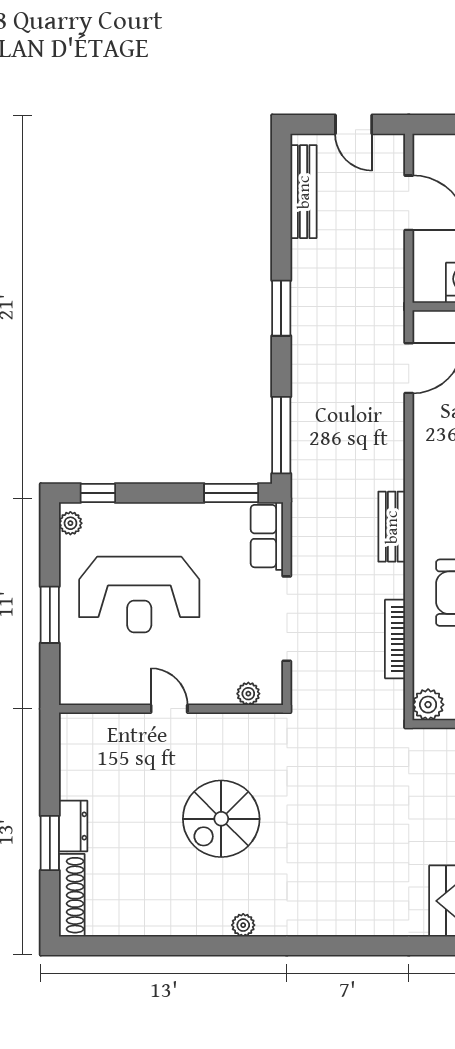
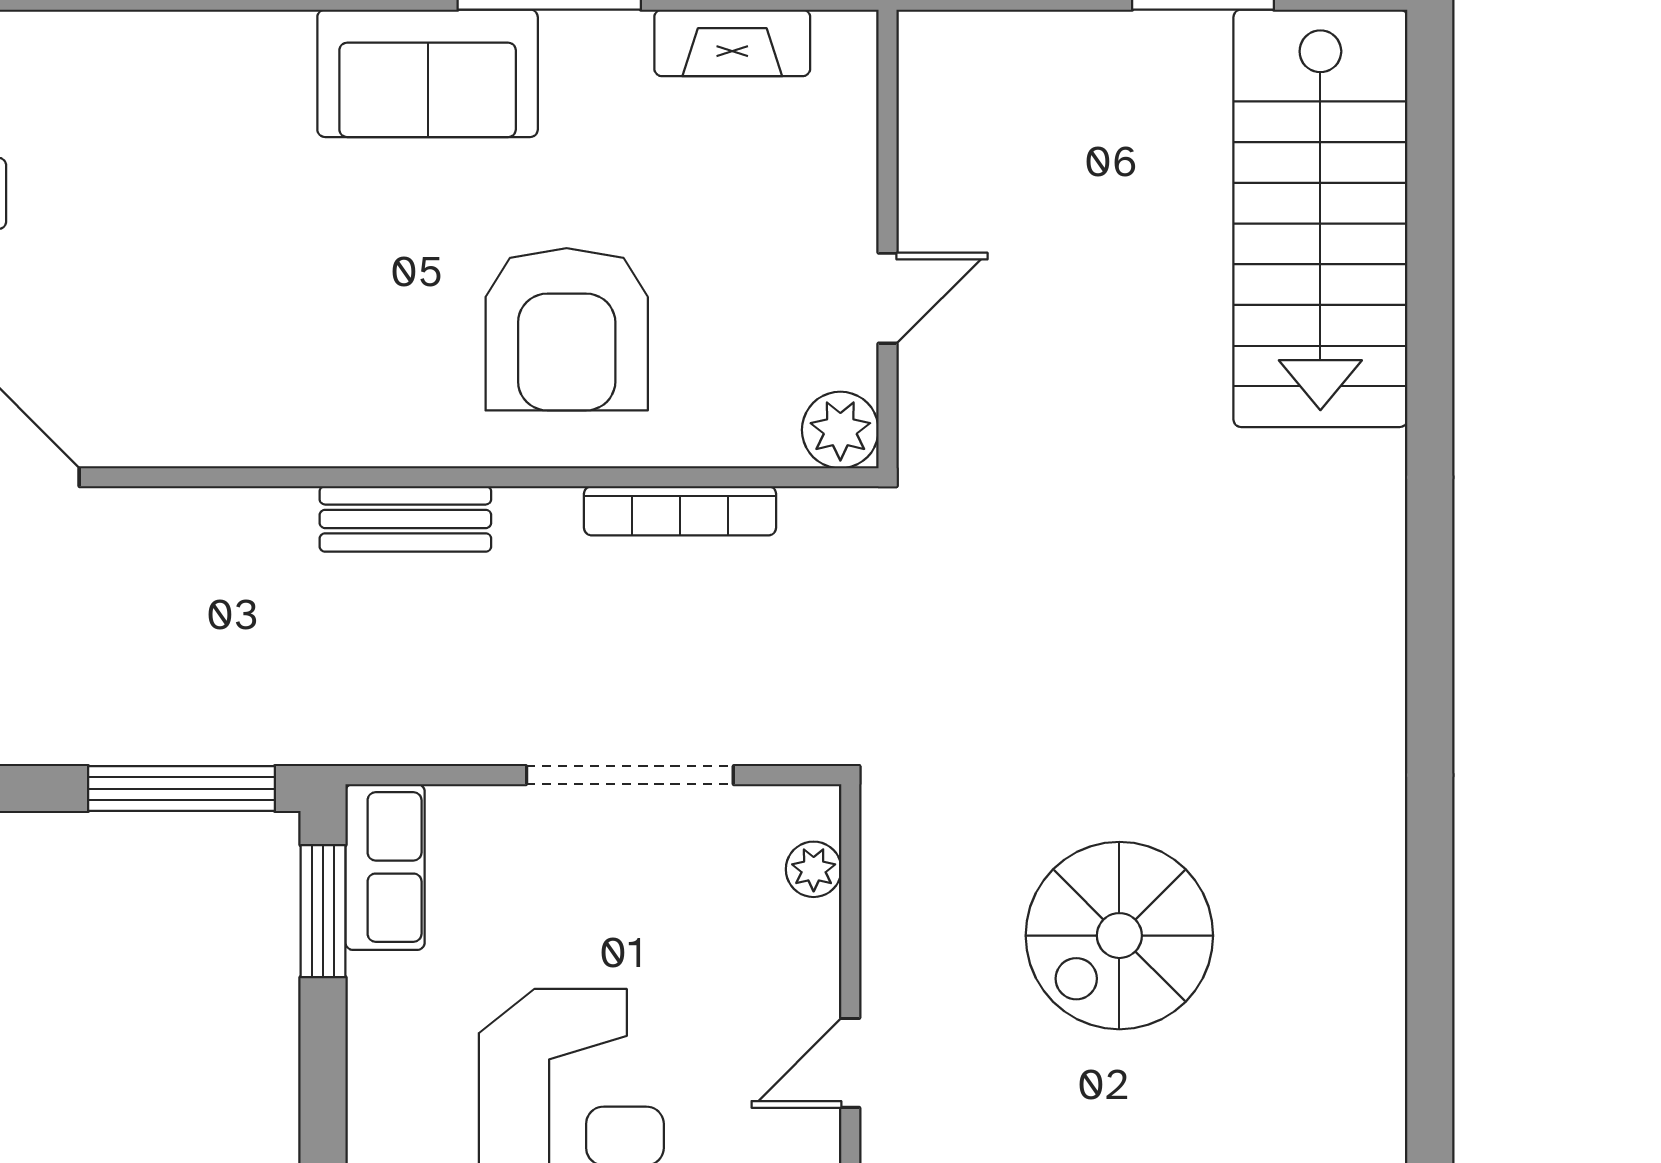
row of seats: (267, 536) -> (385, 867), moved, turned -90
spiral stairs: (221, 819) -> (1119, 936), turned 90
plant: (243, 925) -> (1379, 882), removed

